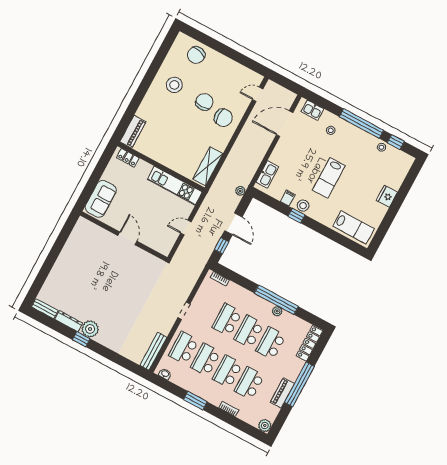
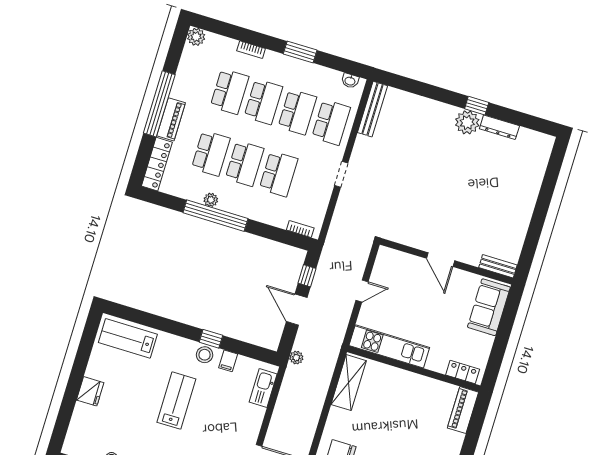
bench: (45, 309) -> (498, 266), moved
piano: (282, 393) -> (171, 119), moved

